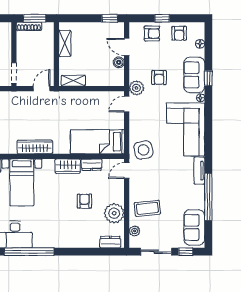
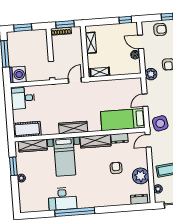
door: (127, 104) -> (145, 100), moved
wardrobe: (68, 166) -> (95, 141), width x1.50

